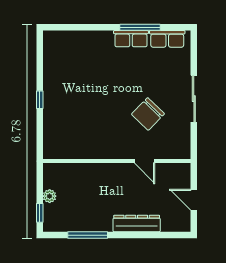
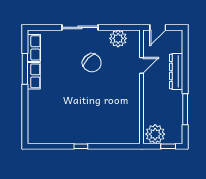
plant: (179, 148) -> (118, 38), added
wall: (117, 161) -> (142, 87), moved
door: (145, 161) -> (142, 65), moved
plant: (50, 196) -> (155, 134), width x1.88, depth x1.88

